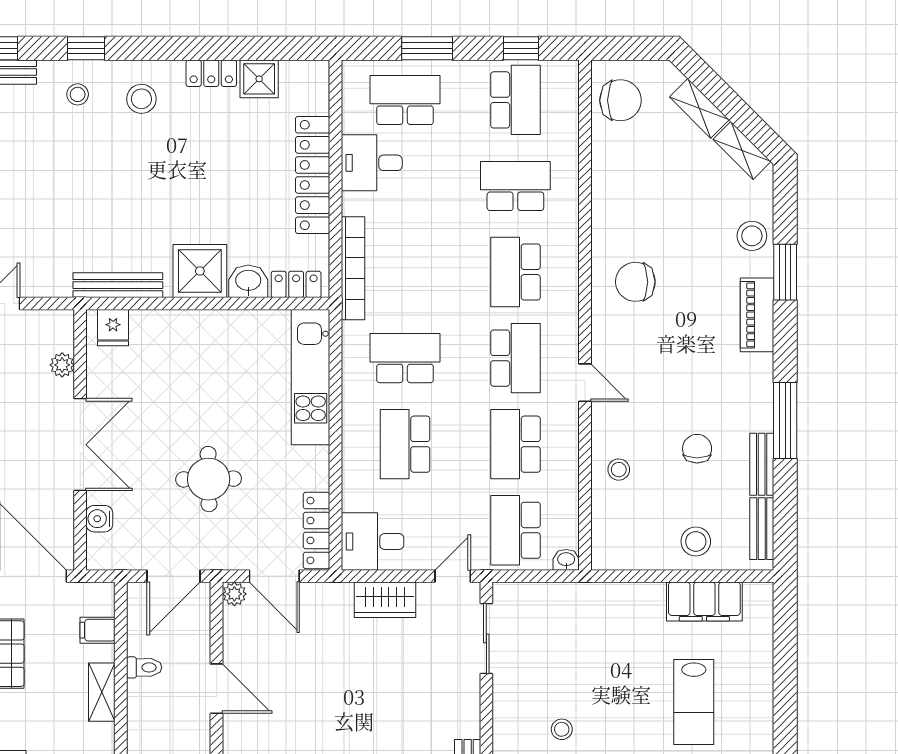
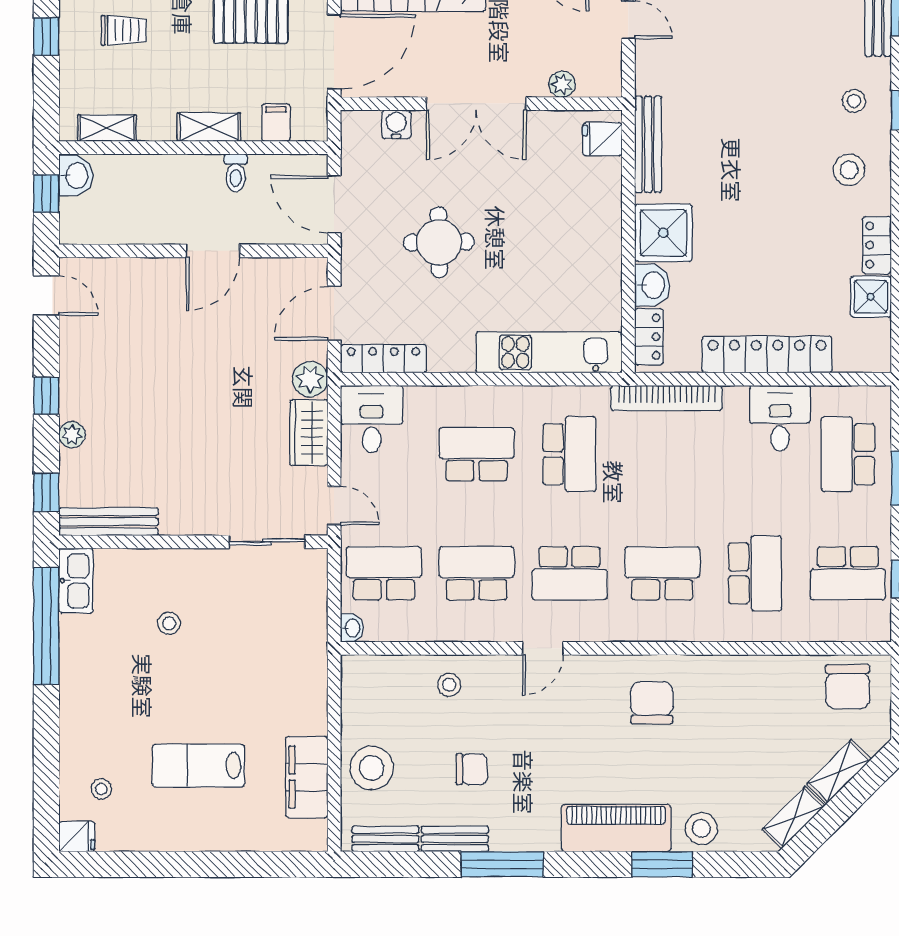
school desk: (405, 100) -> (848, 454), turned 180
piano: (757, 315) -> (616, 828), width x1.37, depth x1.33
stool: (696, 541) -> (372, 768), width x1.38, depth x1.38
plant: (234, 594) -> (310, 379), moved, width x1.38, depth x1.38

